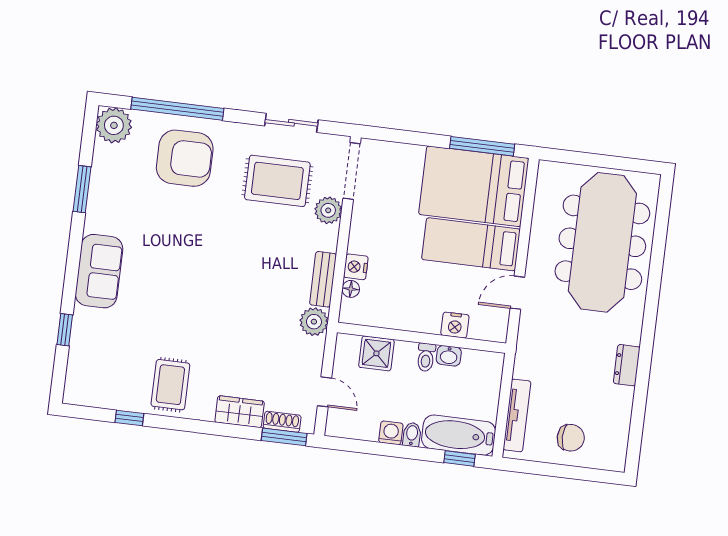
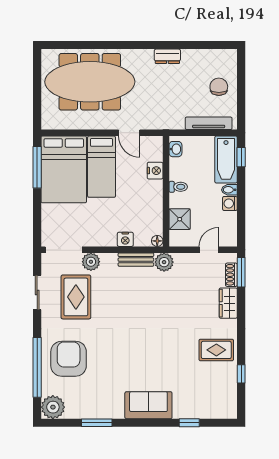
floor lamp: (351, 289) -> (157, 241), moved
washbasin: (449, 356) -> (175, 149), moved

